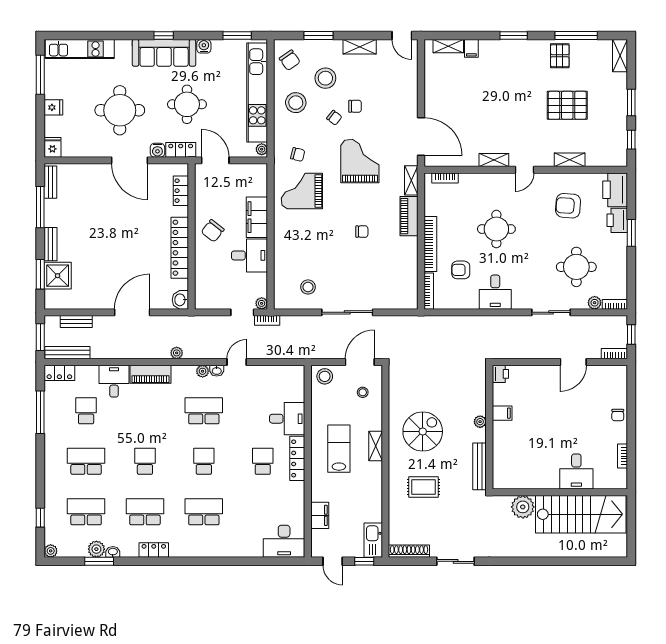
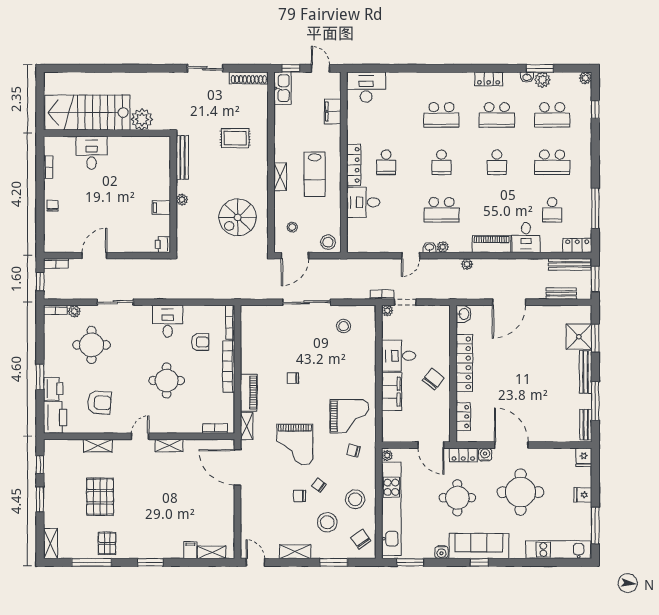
pallet: (567, 105) -> (100, 497), turned 90
bench: (50, 244) -> (586, 372), width x1.36
spiral stairs: (423, 431) -> (238, 217), moved

